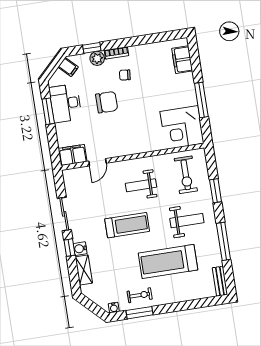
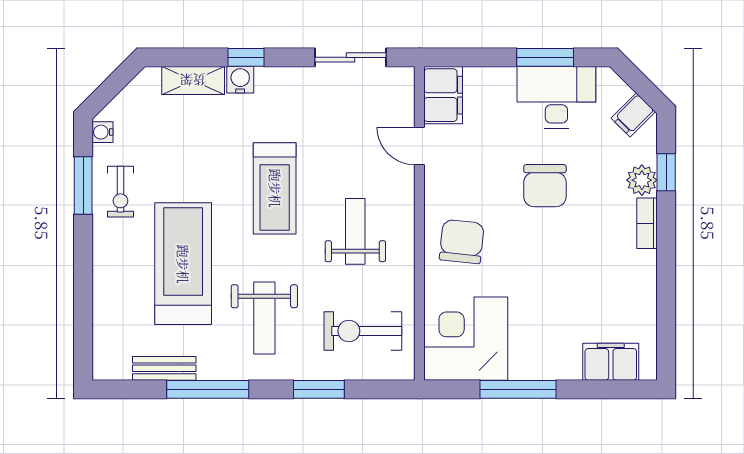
chair: (125, 75) -> (462, 242), moved, width x1.87, depth x1.87
sliding door: (64, 214) -> (350, 57), moved
bench: (220, 281) -> (164, 368), moved

